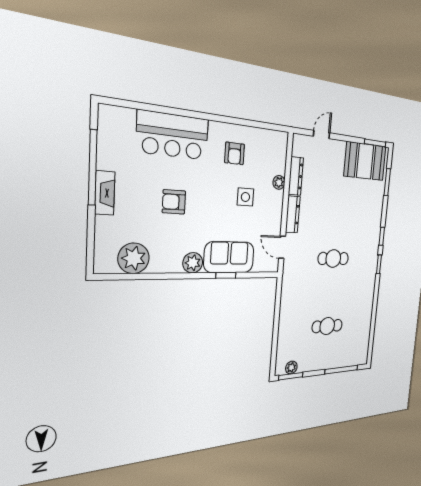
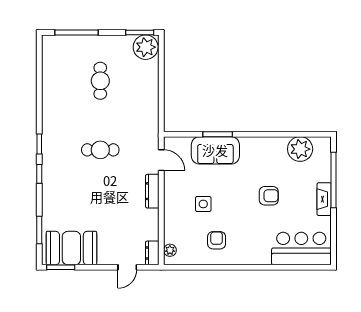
bar counter: (173, 135) -> (301, 249), moved
window: (93, 168) -> (334, 180), moved
dresser: (296, 176) -> (152, 253), moved, width x0.70
plant: (279, 182) -> (170, 250), moved
plant: (193, 263) -> (249, 145), removed
window: (226, 275) -> (218, 134), width x1.50
cafe table: (327, 326) -> (100, 81), turned 90
plant: (291, 367) -> (146, 47), width x1.88, depth x1.88

